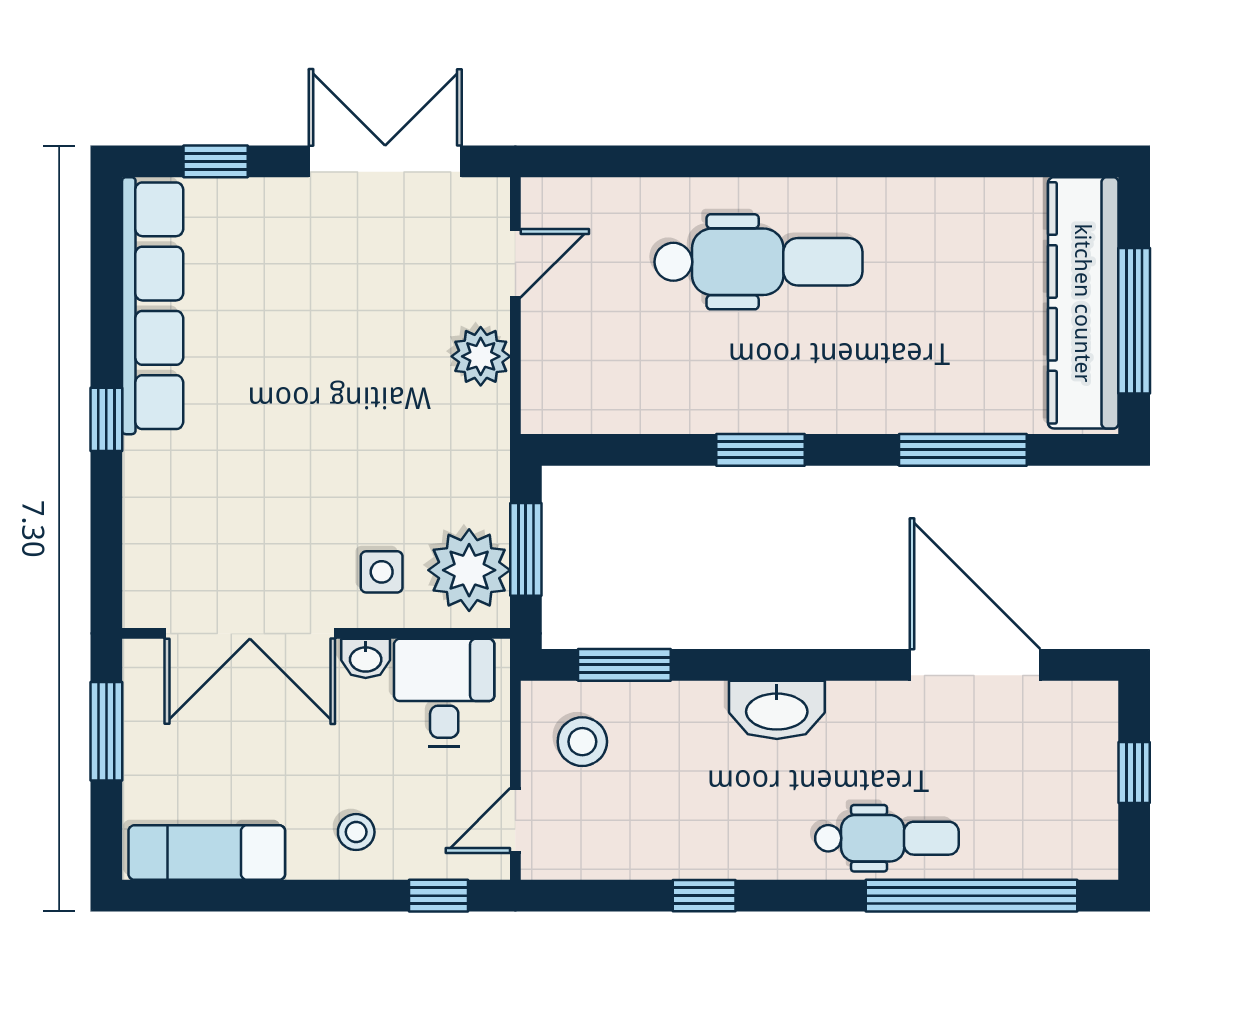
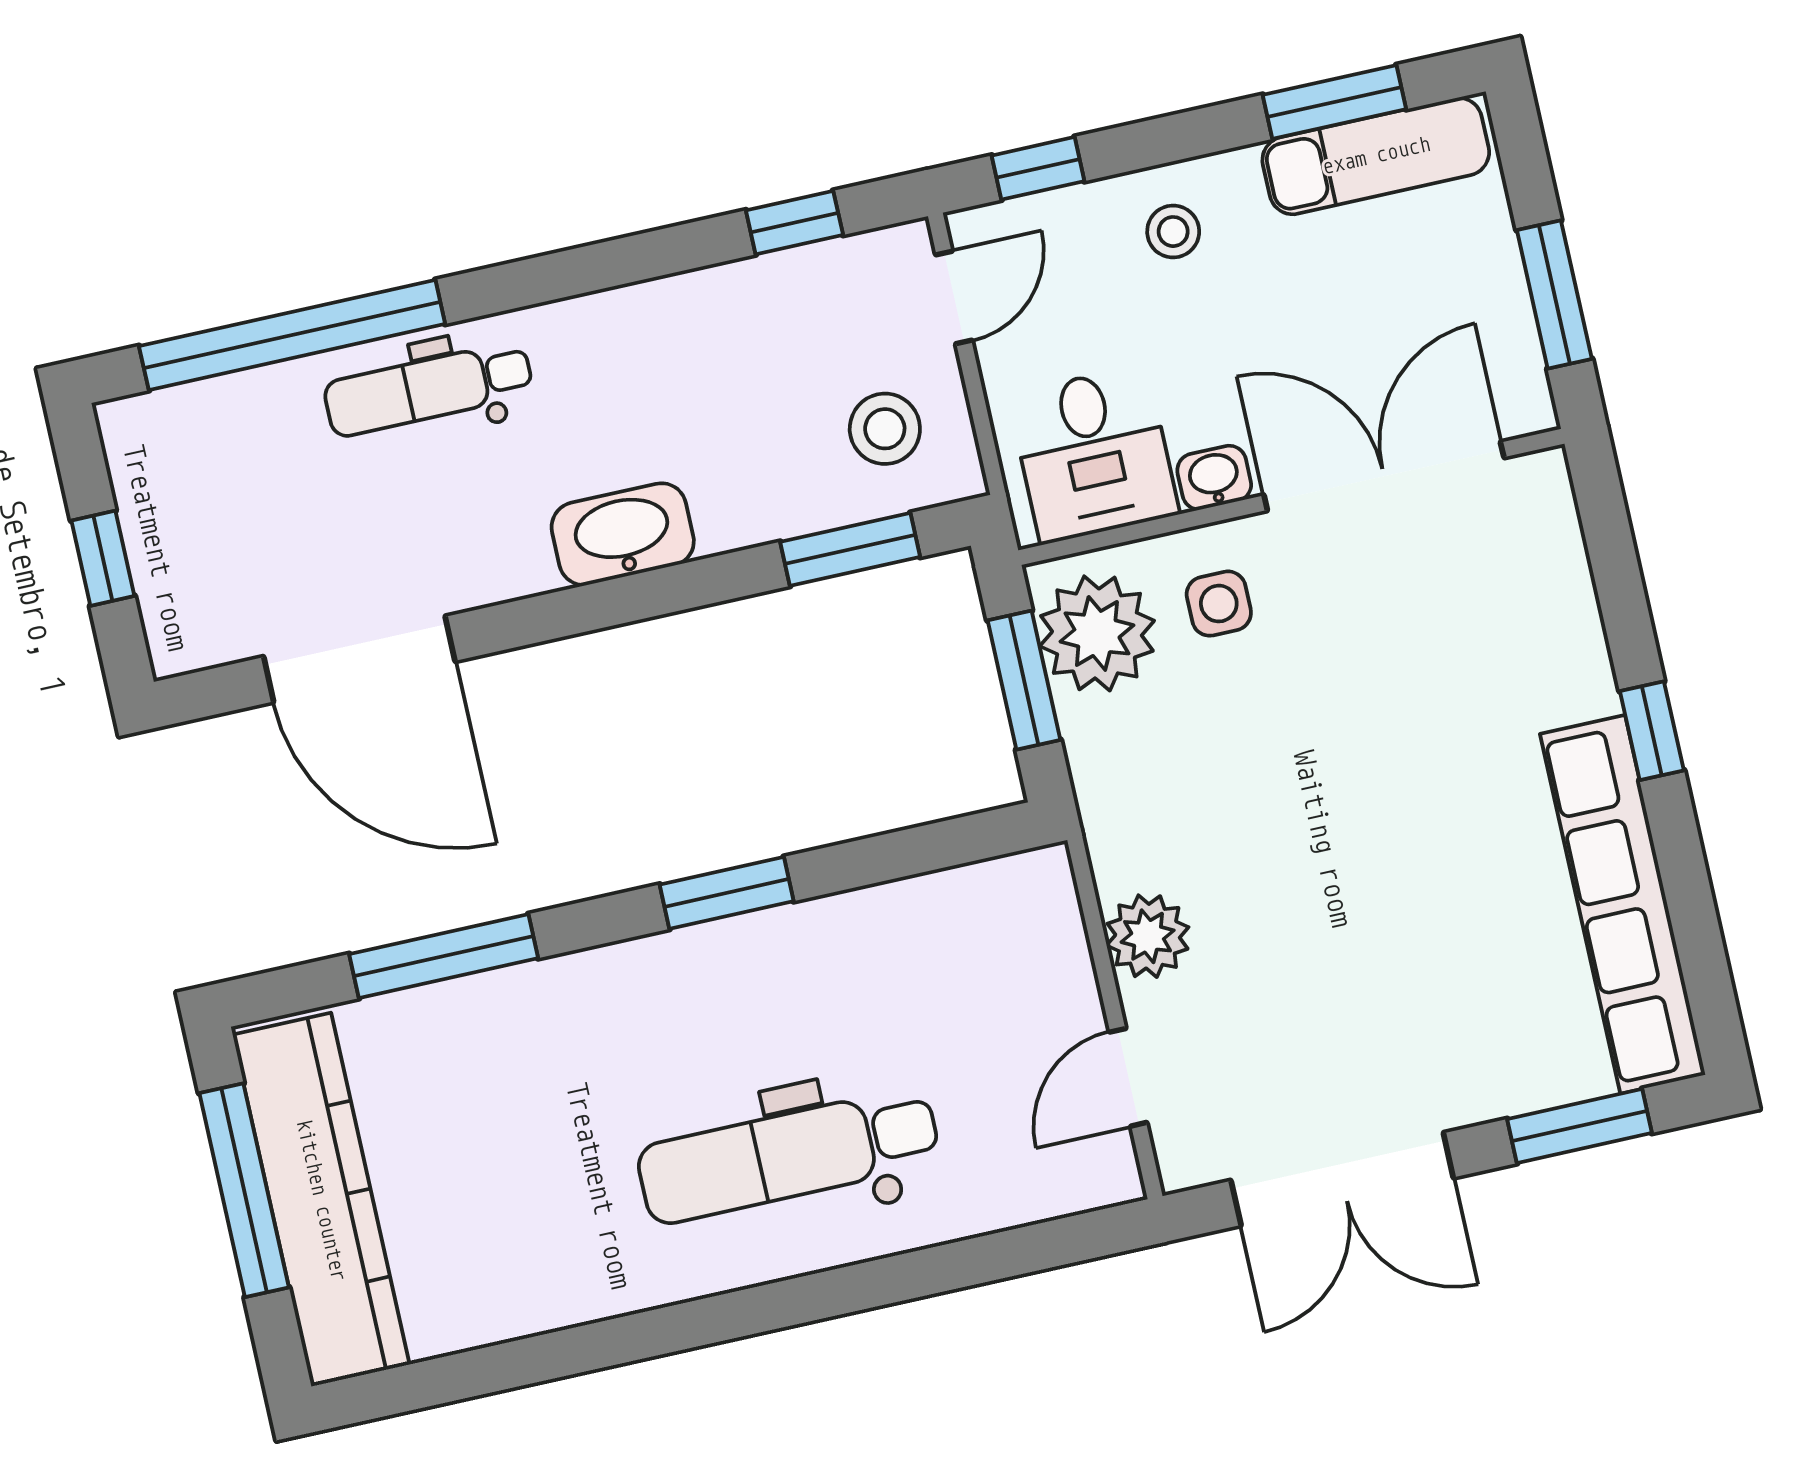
window: (216, 161) -> (1580, 1126), width x1.50
window: (227, 896) -> (1334, 102), added
window: (704, 896) -> (794, 223), moved

